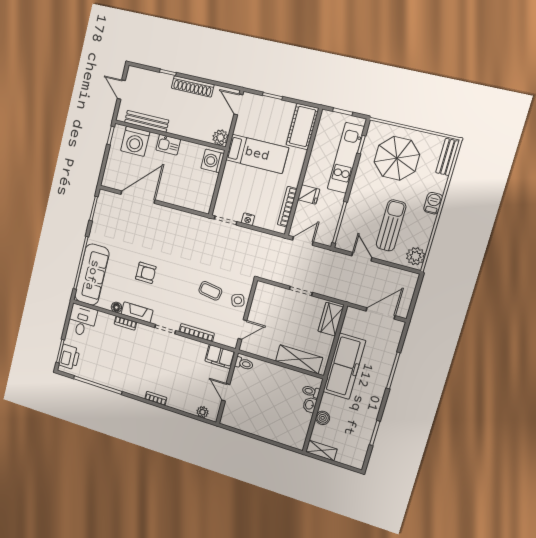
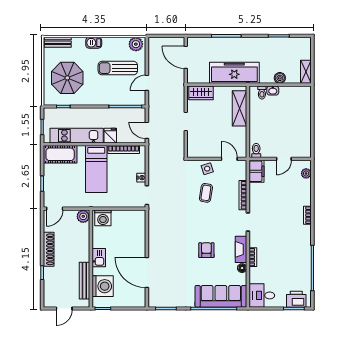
bed: (257, 154) -> (96, 169), moved, turned 180
kitchen unit: (346, 158) -> (77, 136), moved, turned 180

